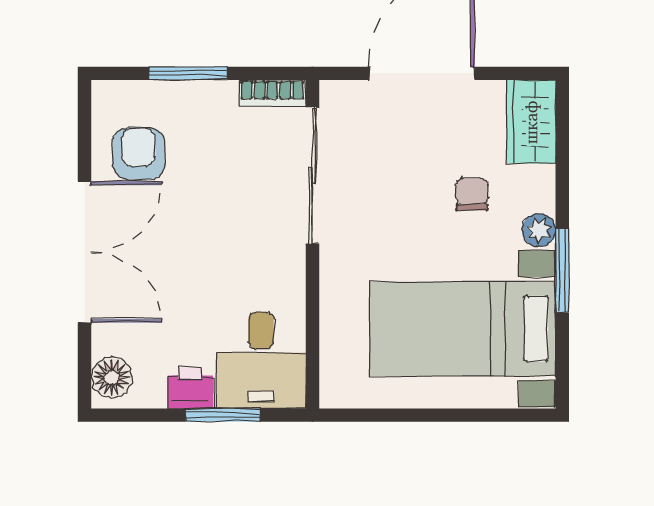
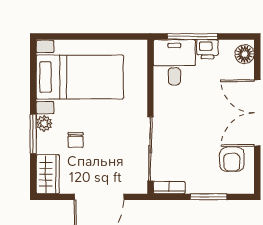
window: (562, 271) -> (33, 134), moved
window: (223, 415) -> (192, 37), width x1.44

